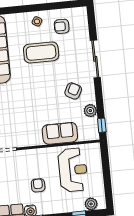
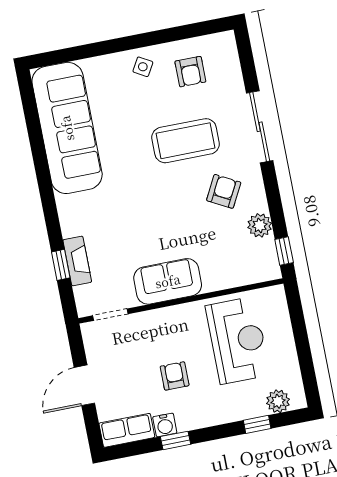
armchair: (62, 26) -> (190, 72), turned -90
coffee table: (41, 52) -> (186, 141), moved
sofa: (60, 133) -> (168, 281), moved

